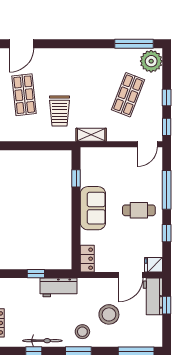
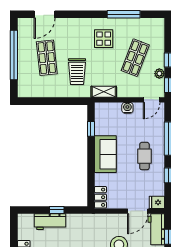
window: (134, 44) -> (124, 14), moved
plant: (151, 61) -> (159, 74), moved, width x0.53, depth x0.53
display table: (91, 72) -> (104, 39), added
water cooler: (119, 154) -> (127, 108), added
cafe table: (139, 210) -> (144, 156), turned 90
workbench: (59, 287) -> (50, 222), moved

